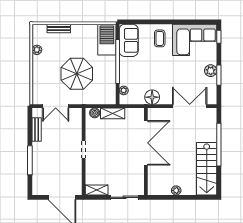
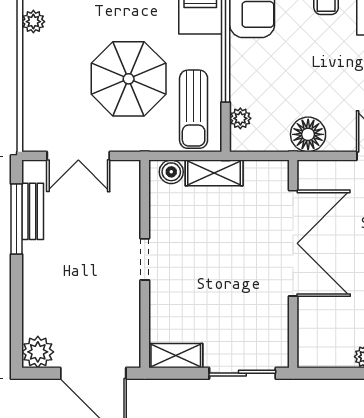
sun lounger: (104, 87) -> (194, 109), added
window: (30, 160) -> (17, 219), moved
plant: (39, 188) -> (38, 352), added

